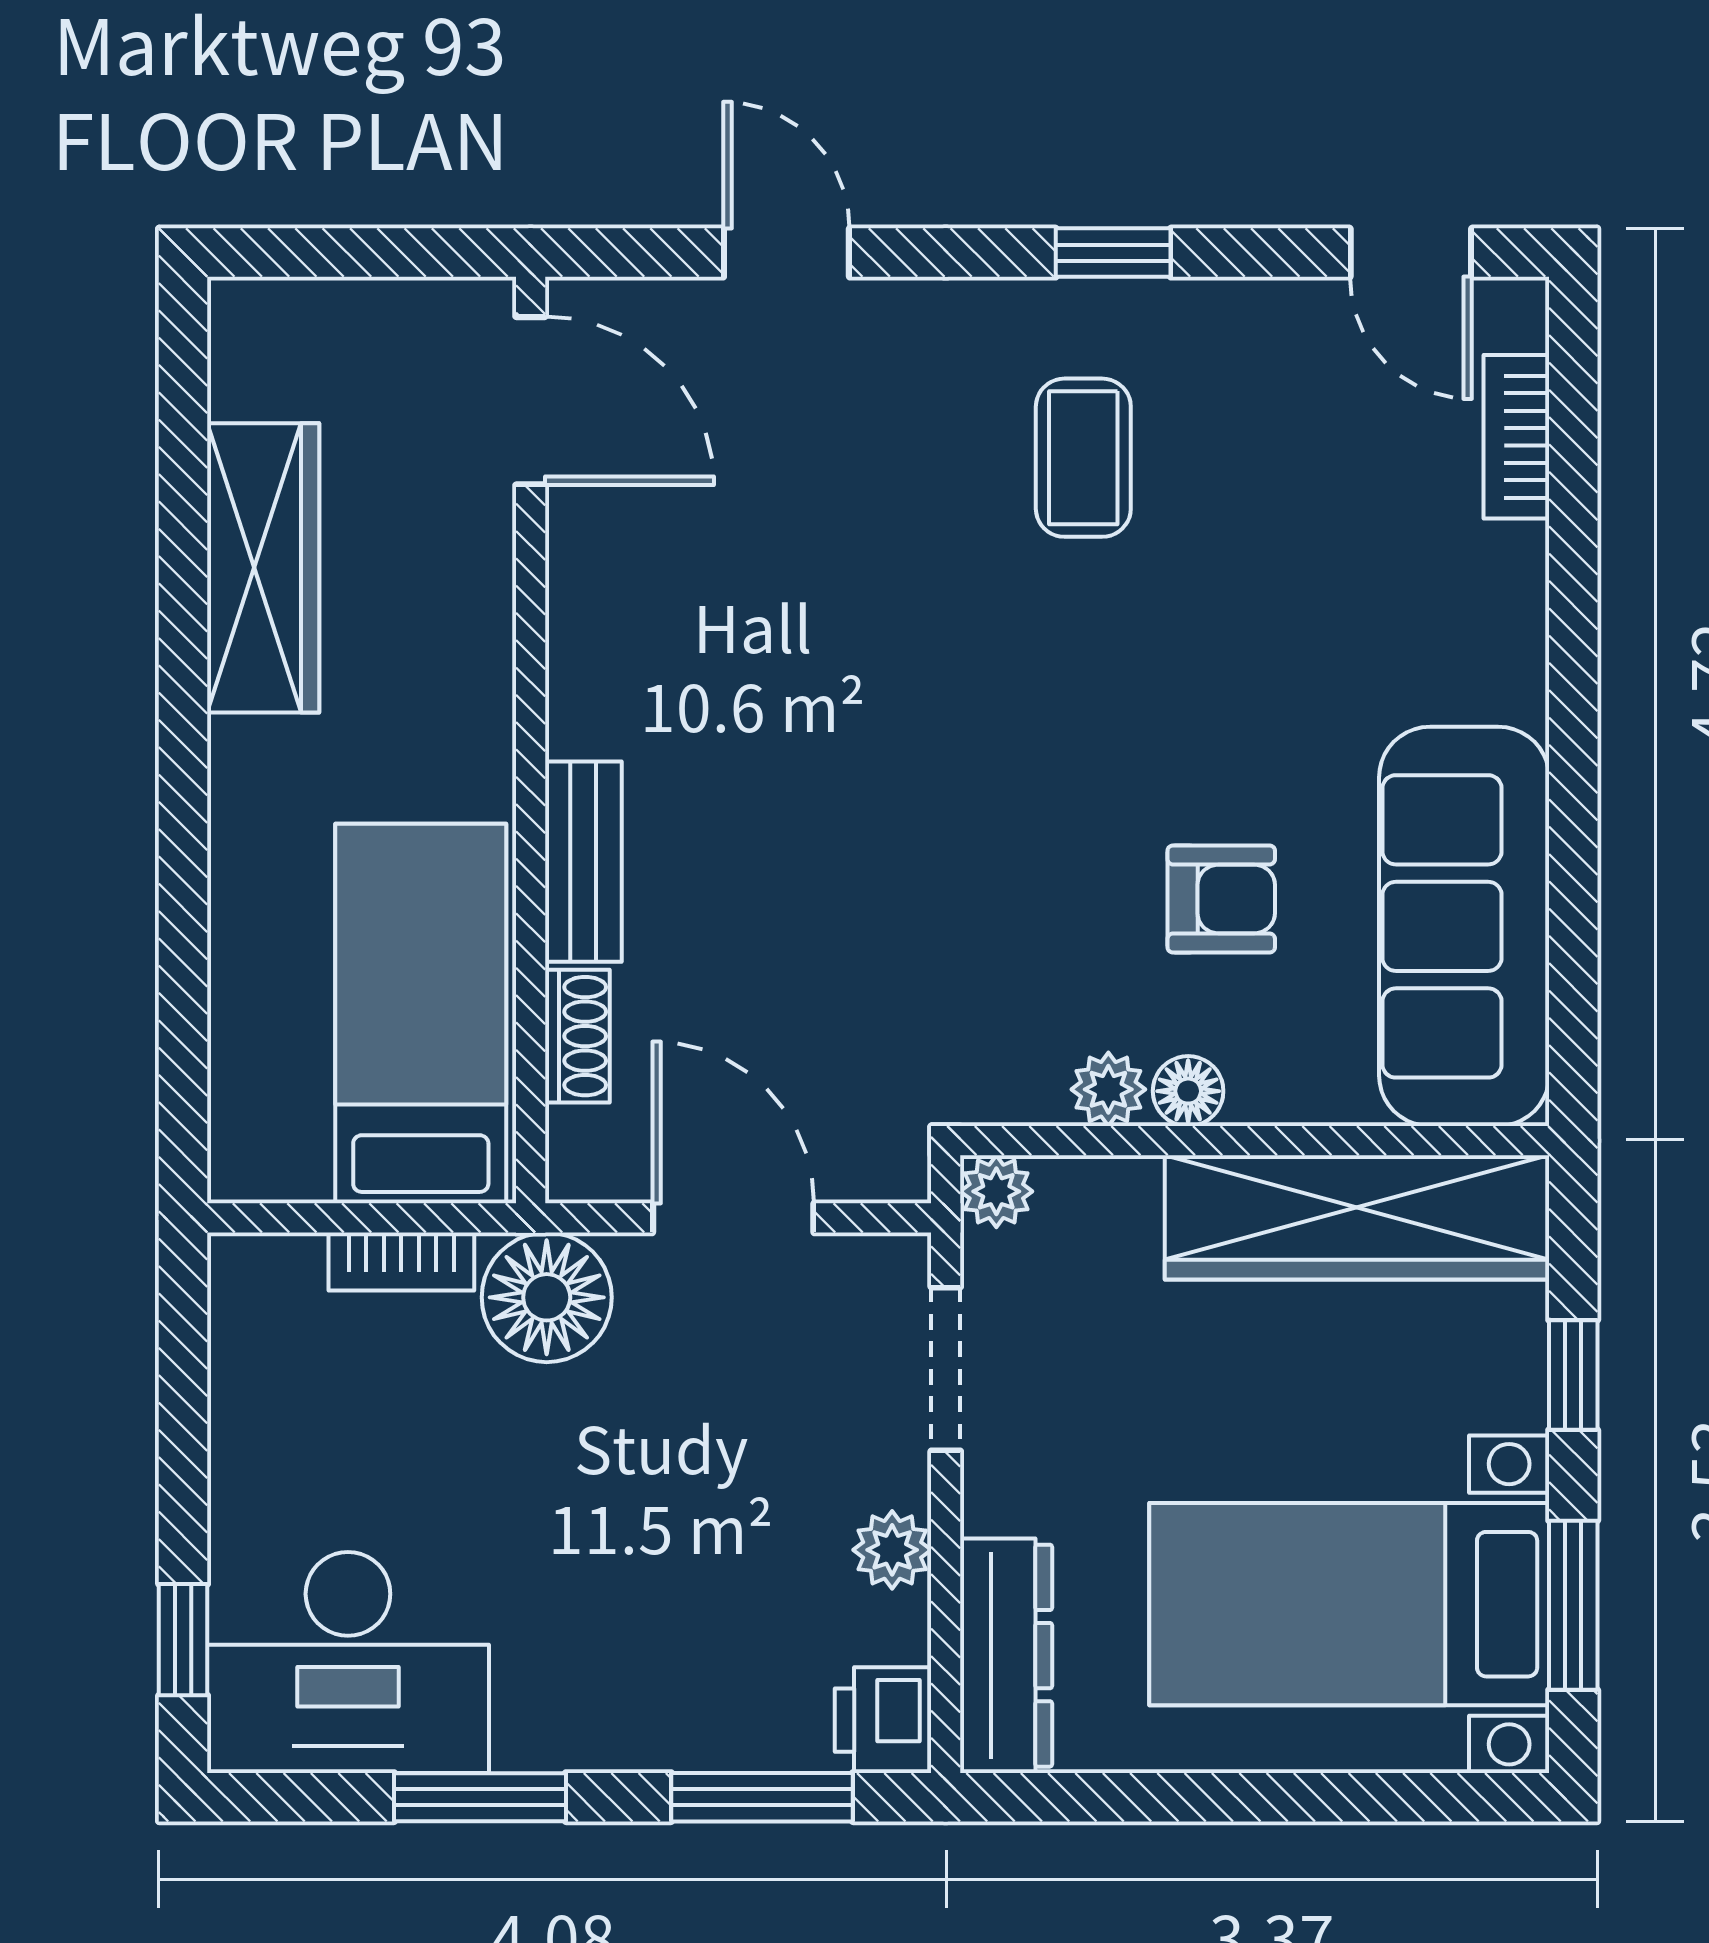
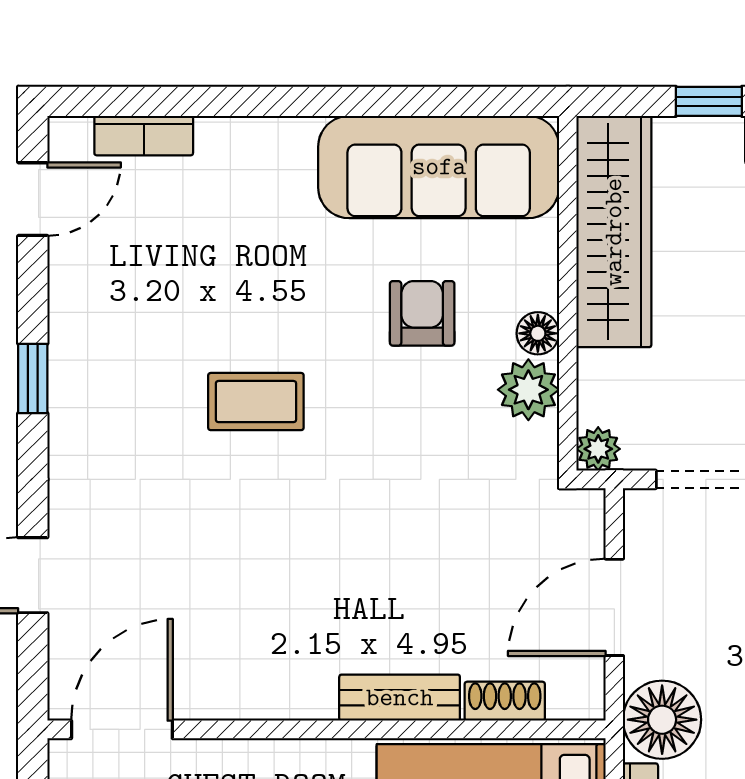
coffee table: (1083, 458) -> (256, 402), moved
plant: (1108, 1089) -> (528, 390), width x1.38, depth x1.38

